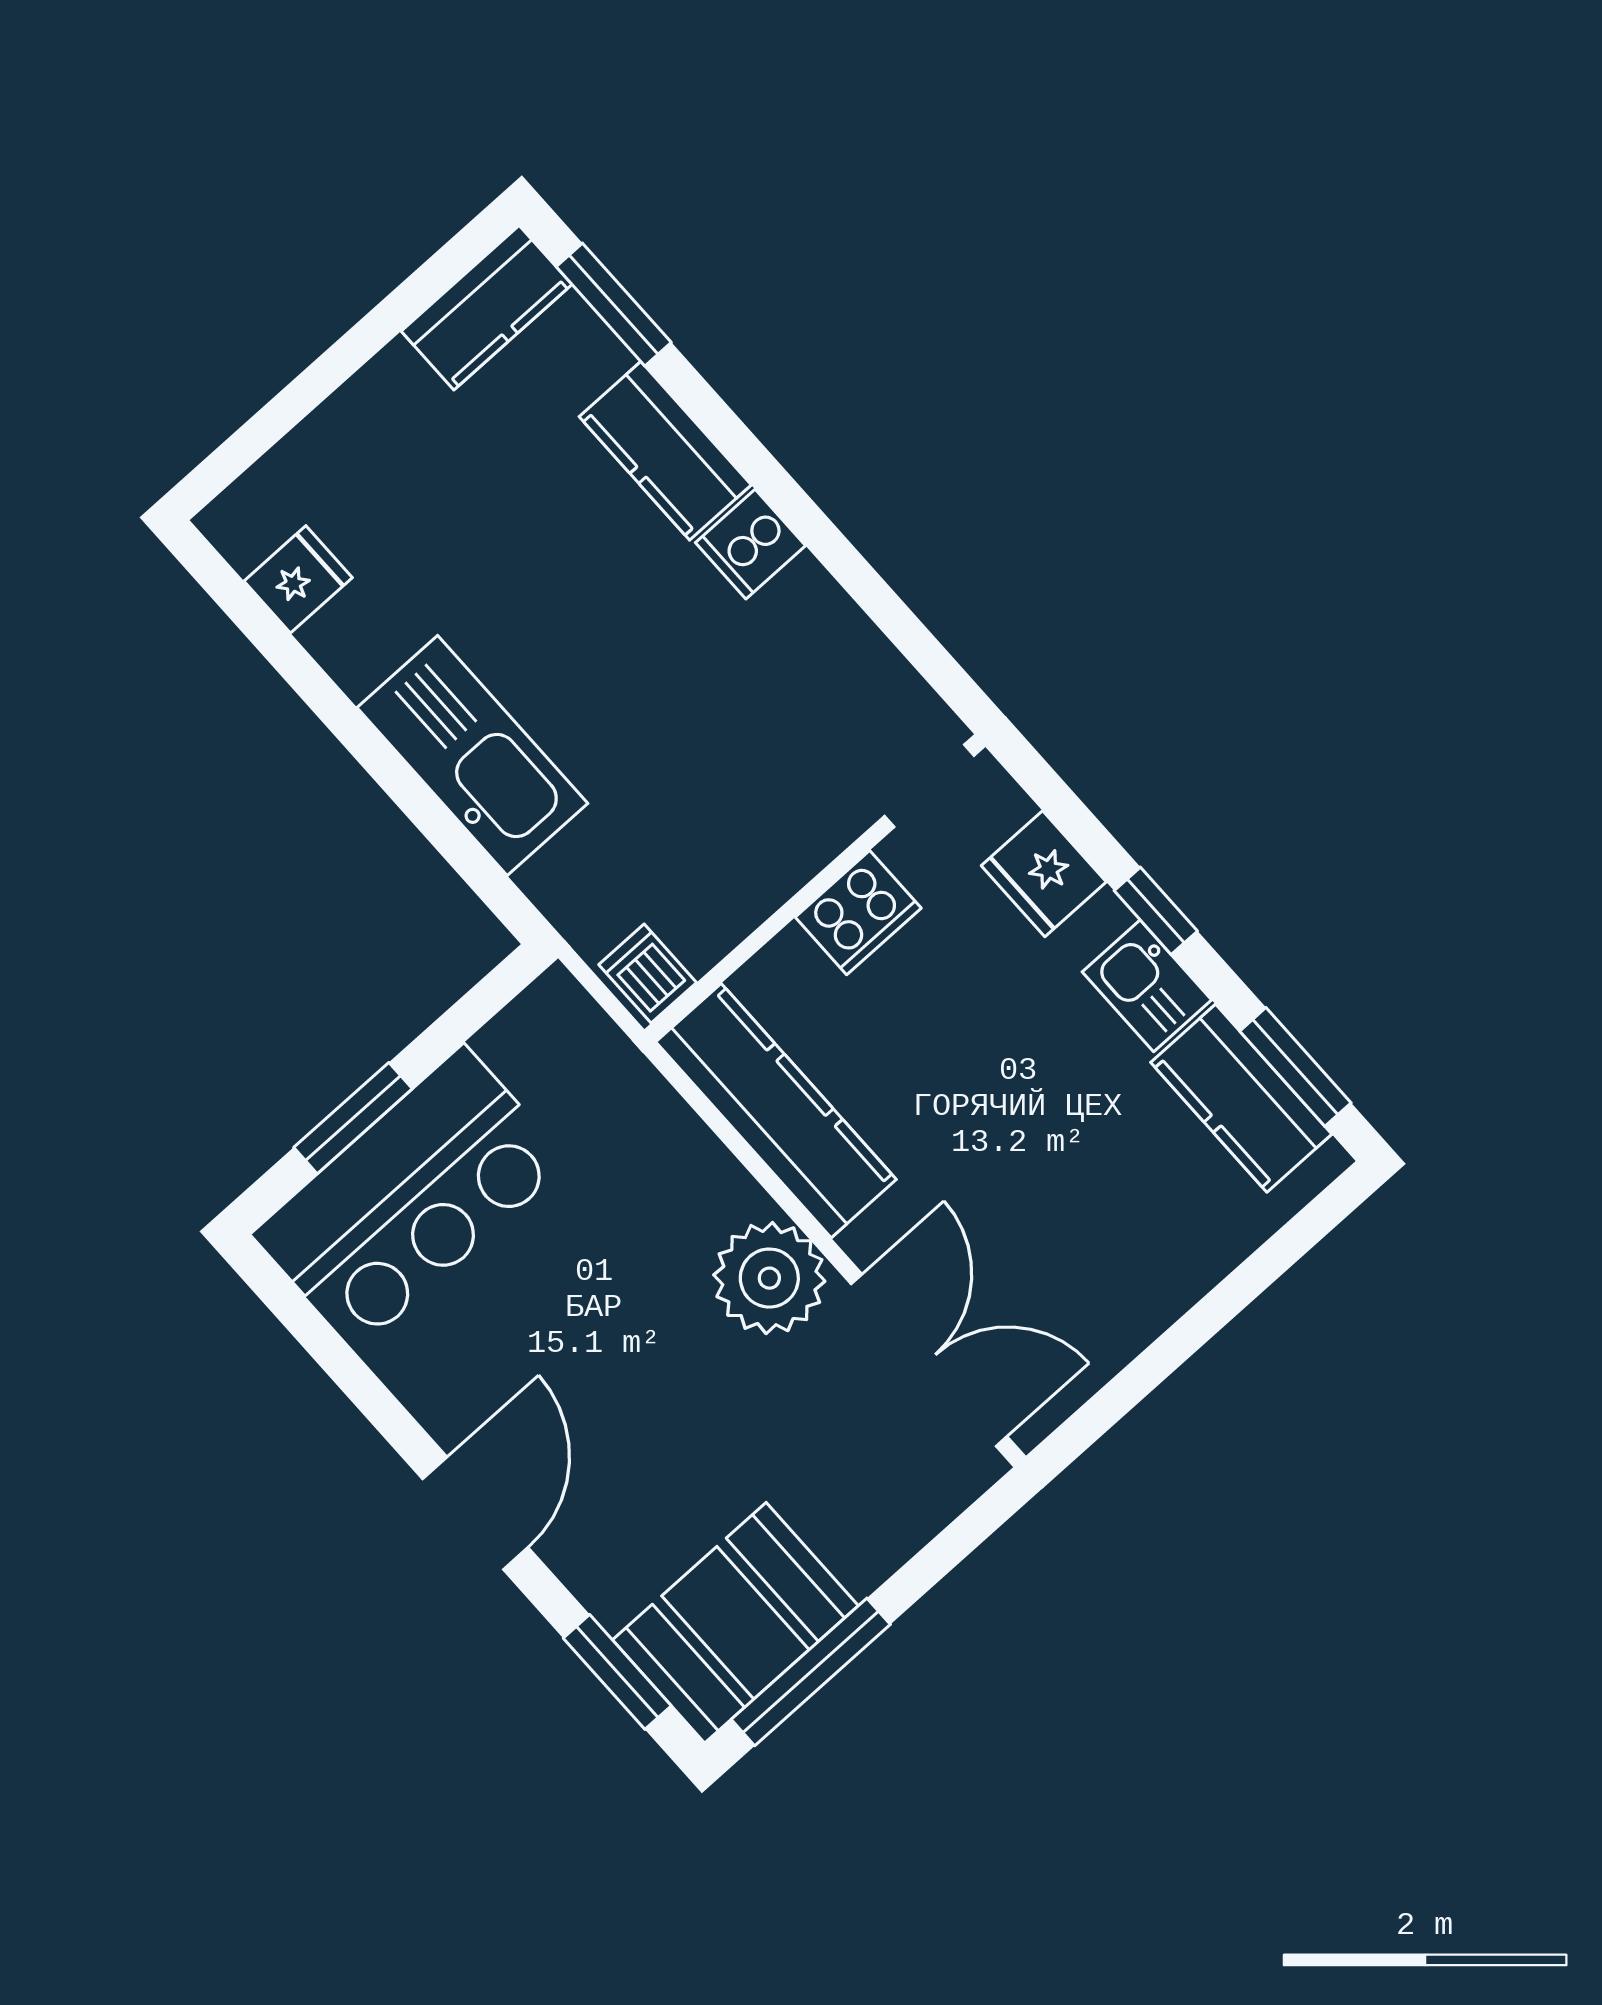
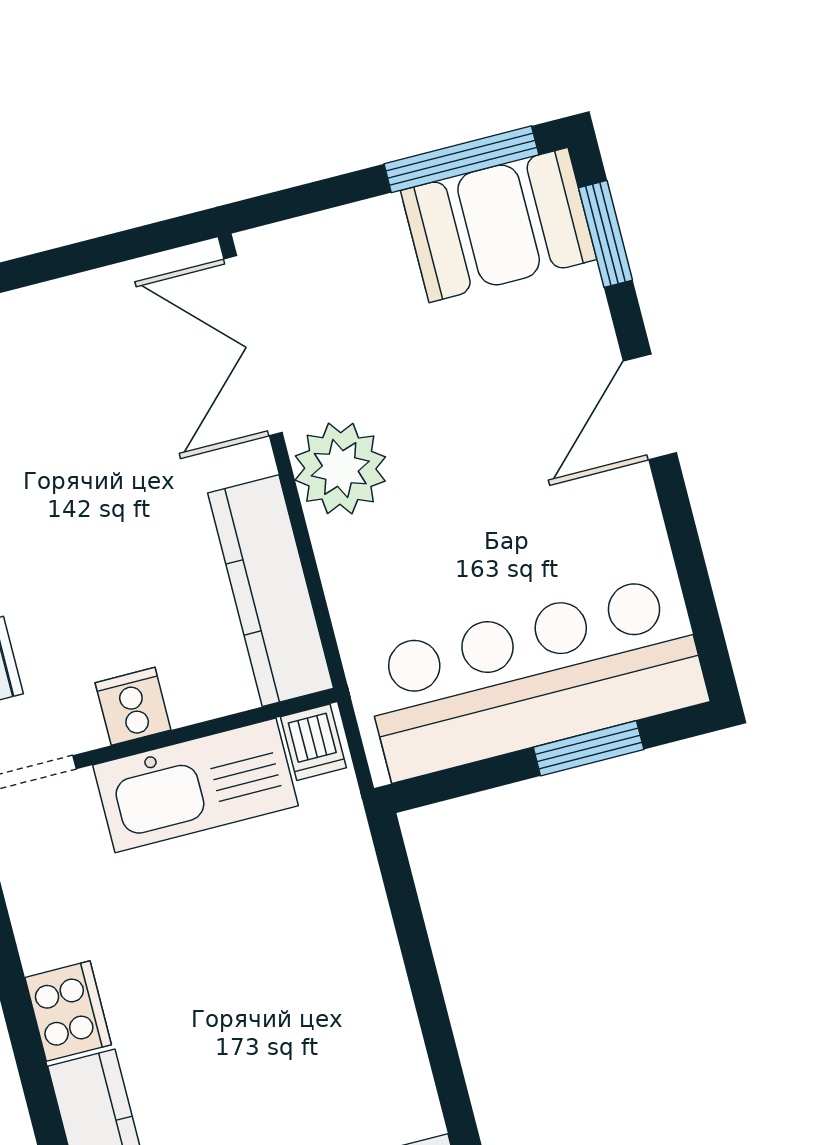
cooker: (750, 544) -> (68, 1011), width x1.36
kitchen sink: (472, 755) -> (195, 785), moved, turned -90
cooker: (858, 913) -> (133, 706), width x0.73
bar counter: (410, 1198) -> (534, 678), width x1.36

